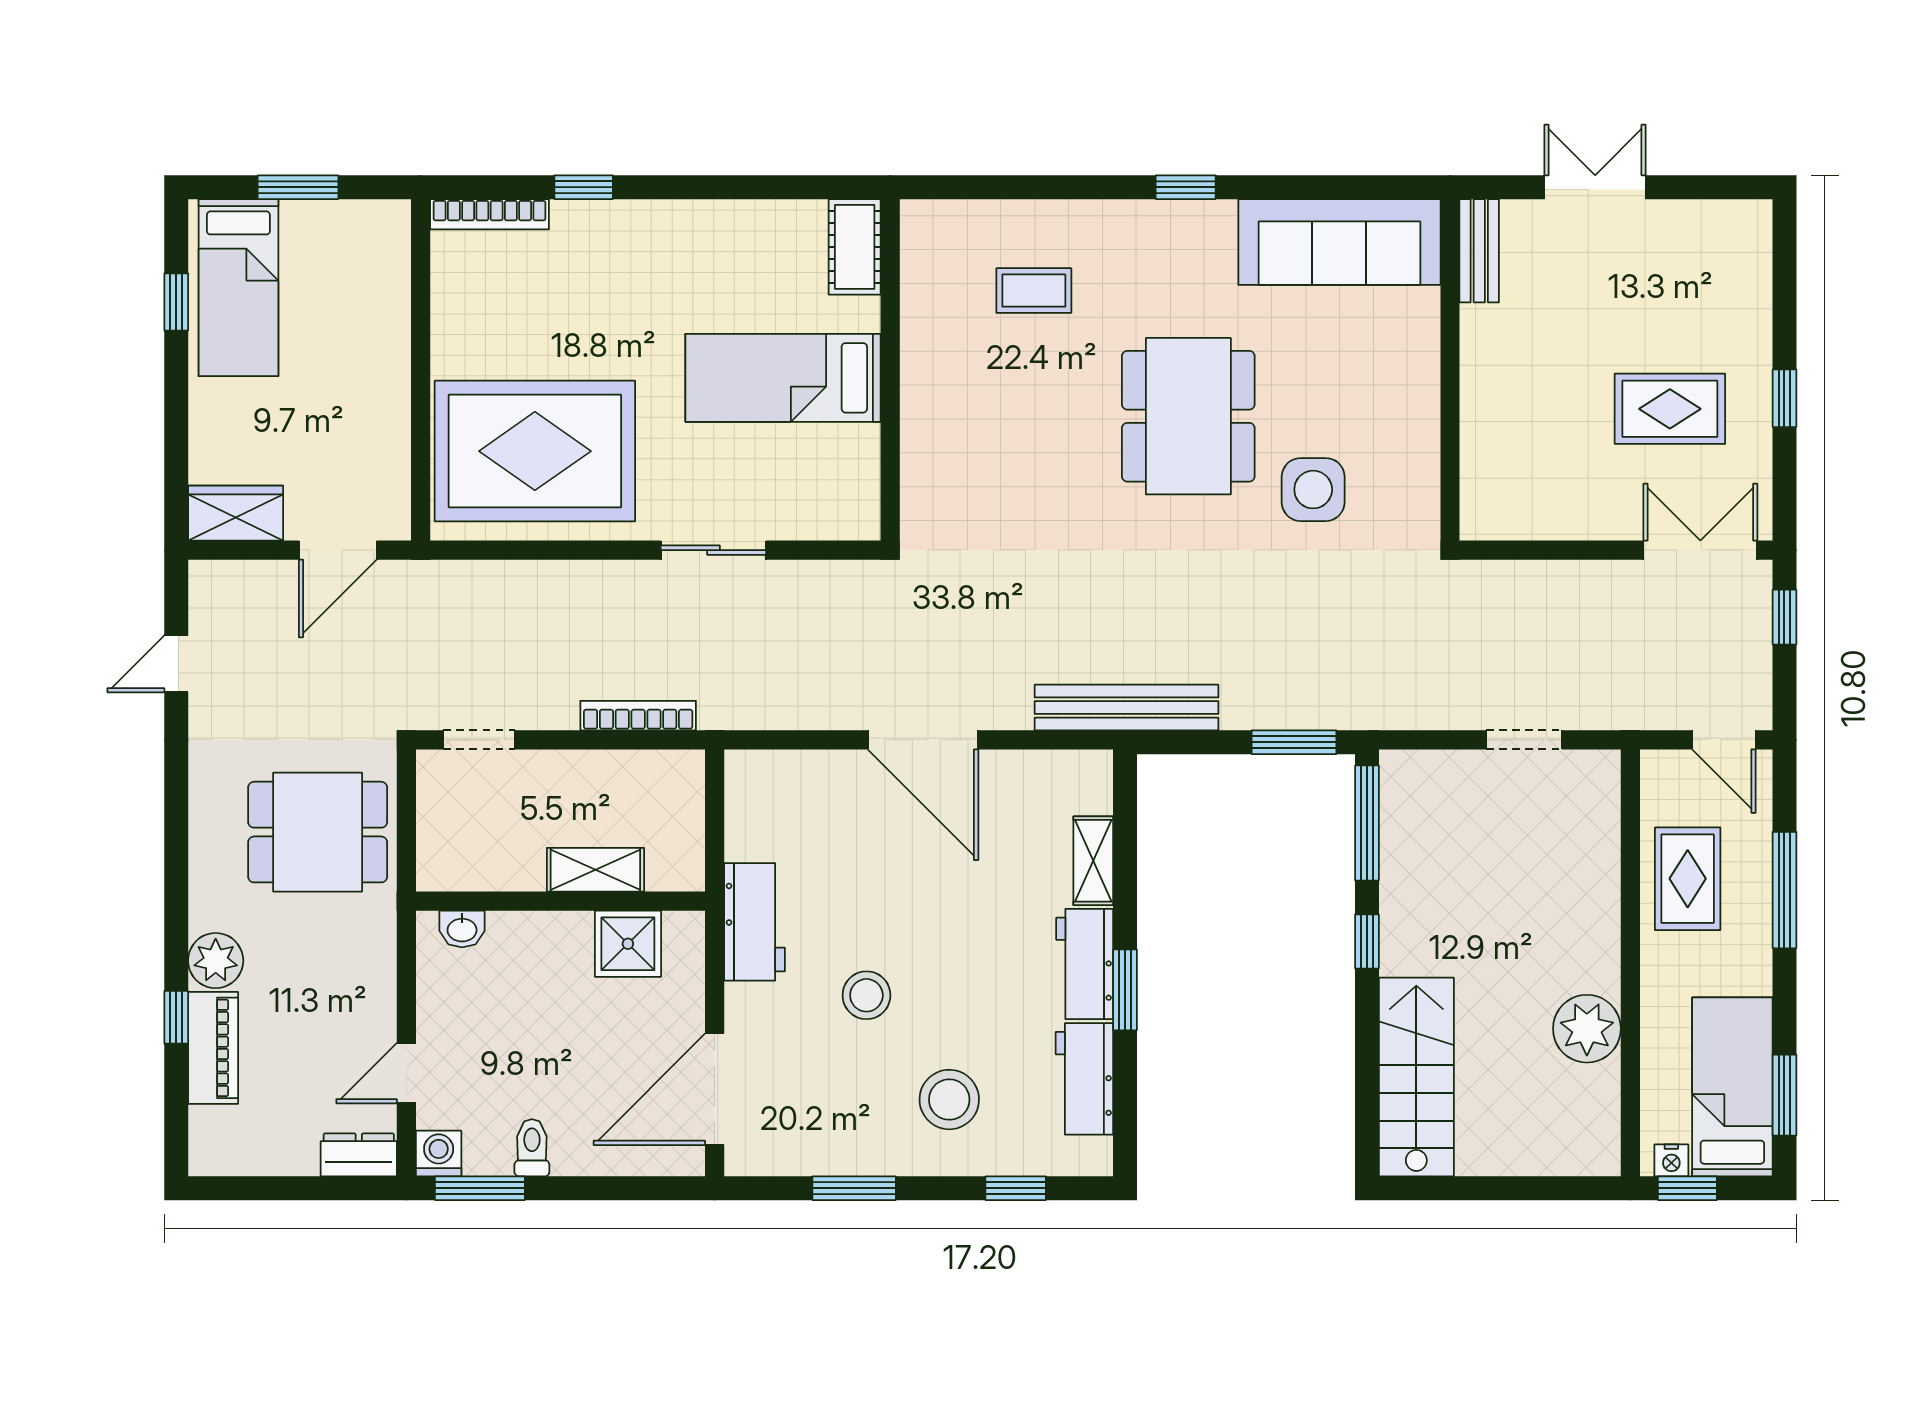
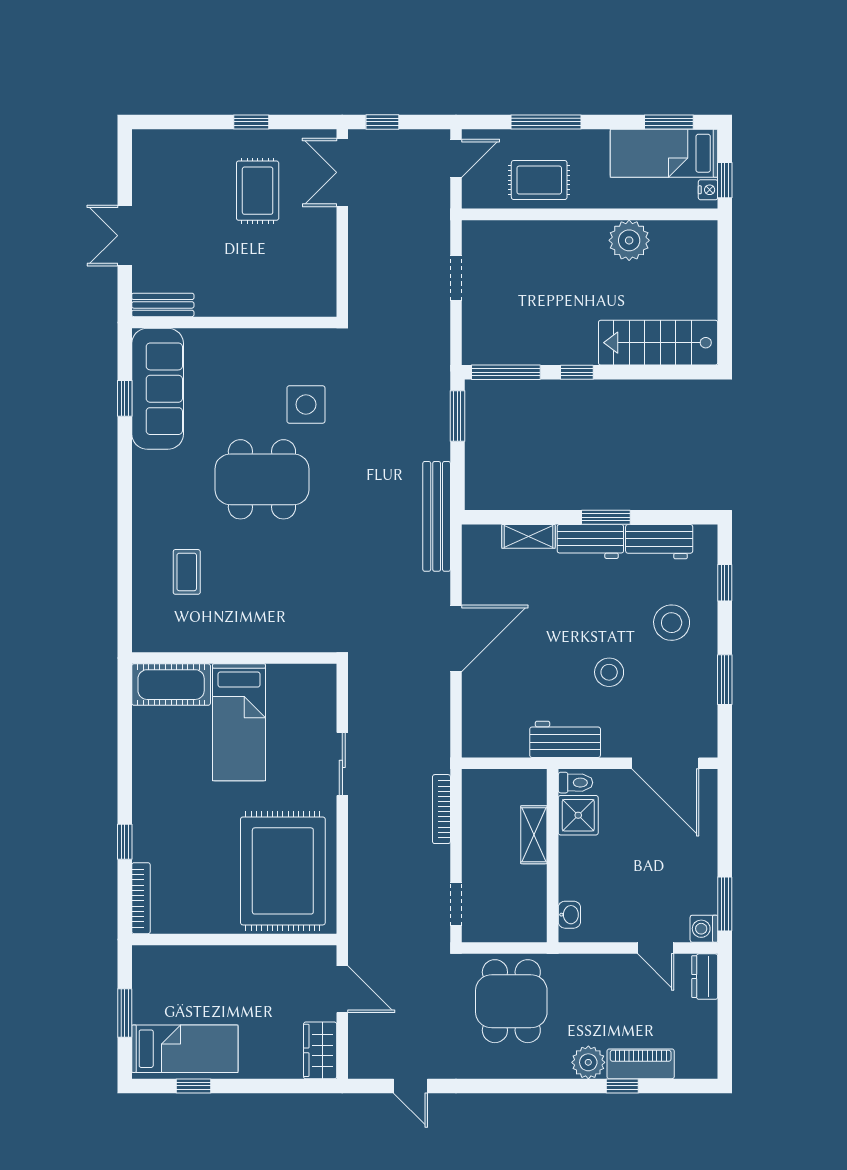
window: (1186, 187) -> (125, 398), moved
cot: (855, 247) -> (171, 685), width x1.37, depth x1.34
toilet: (532, 1148) -> (575, 783), moved, turned 180

